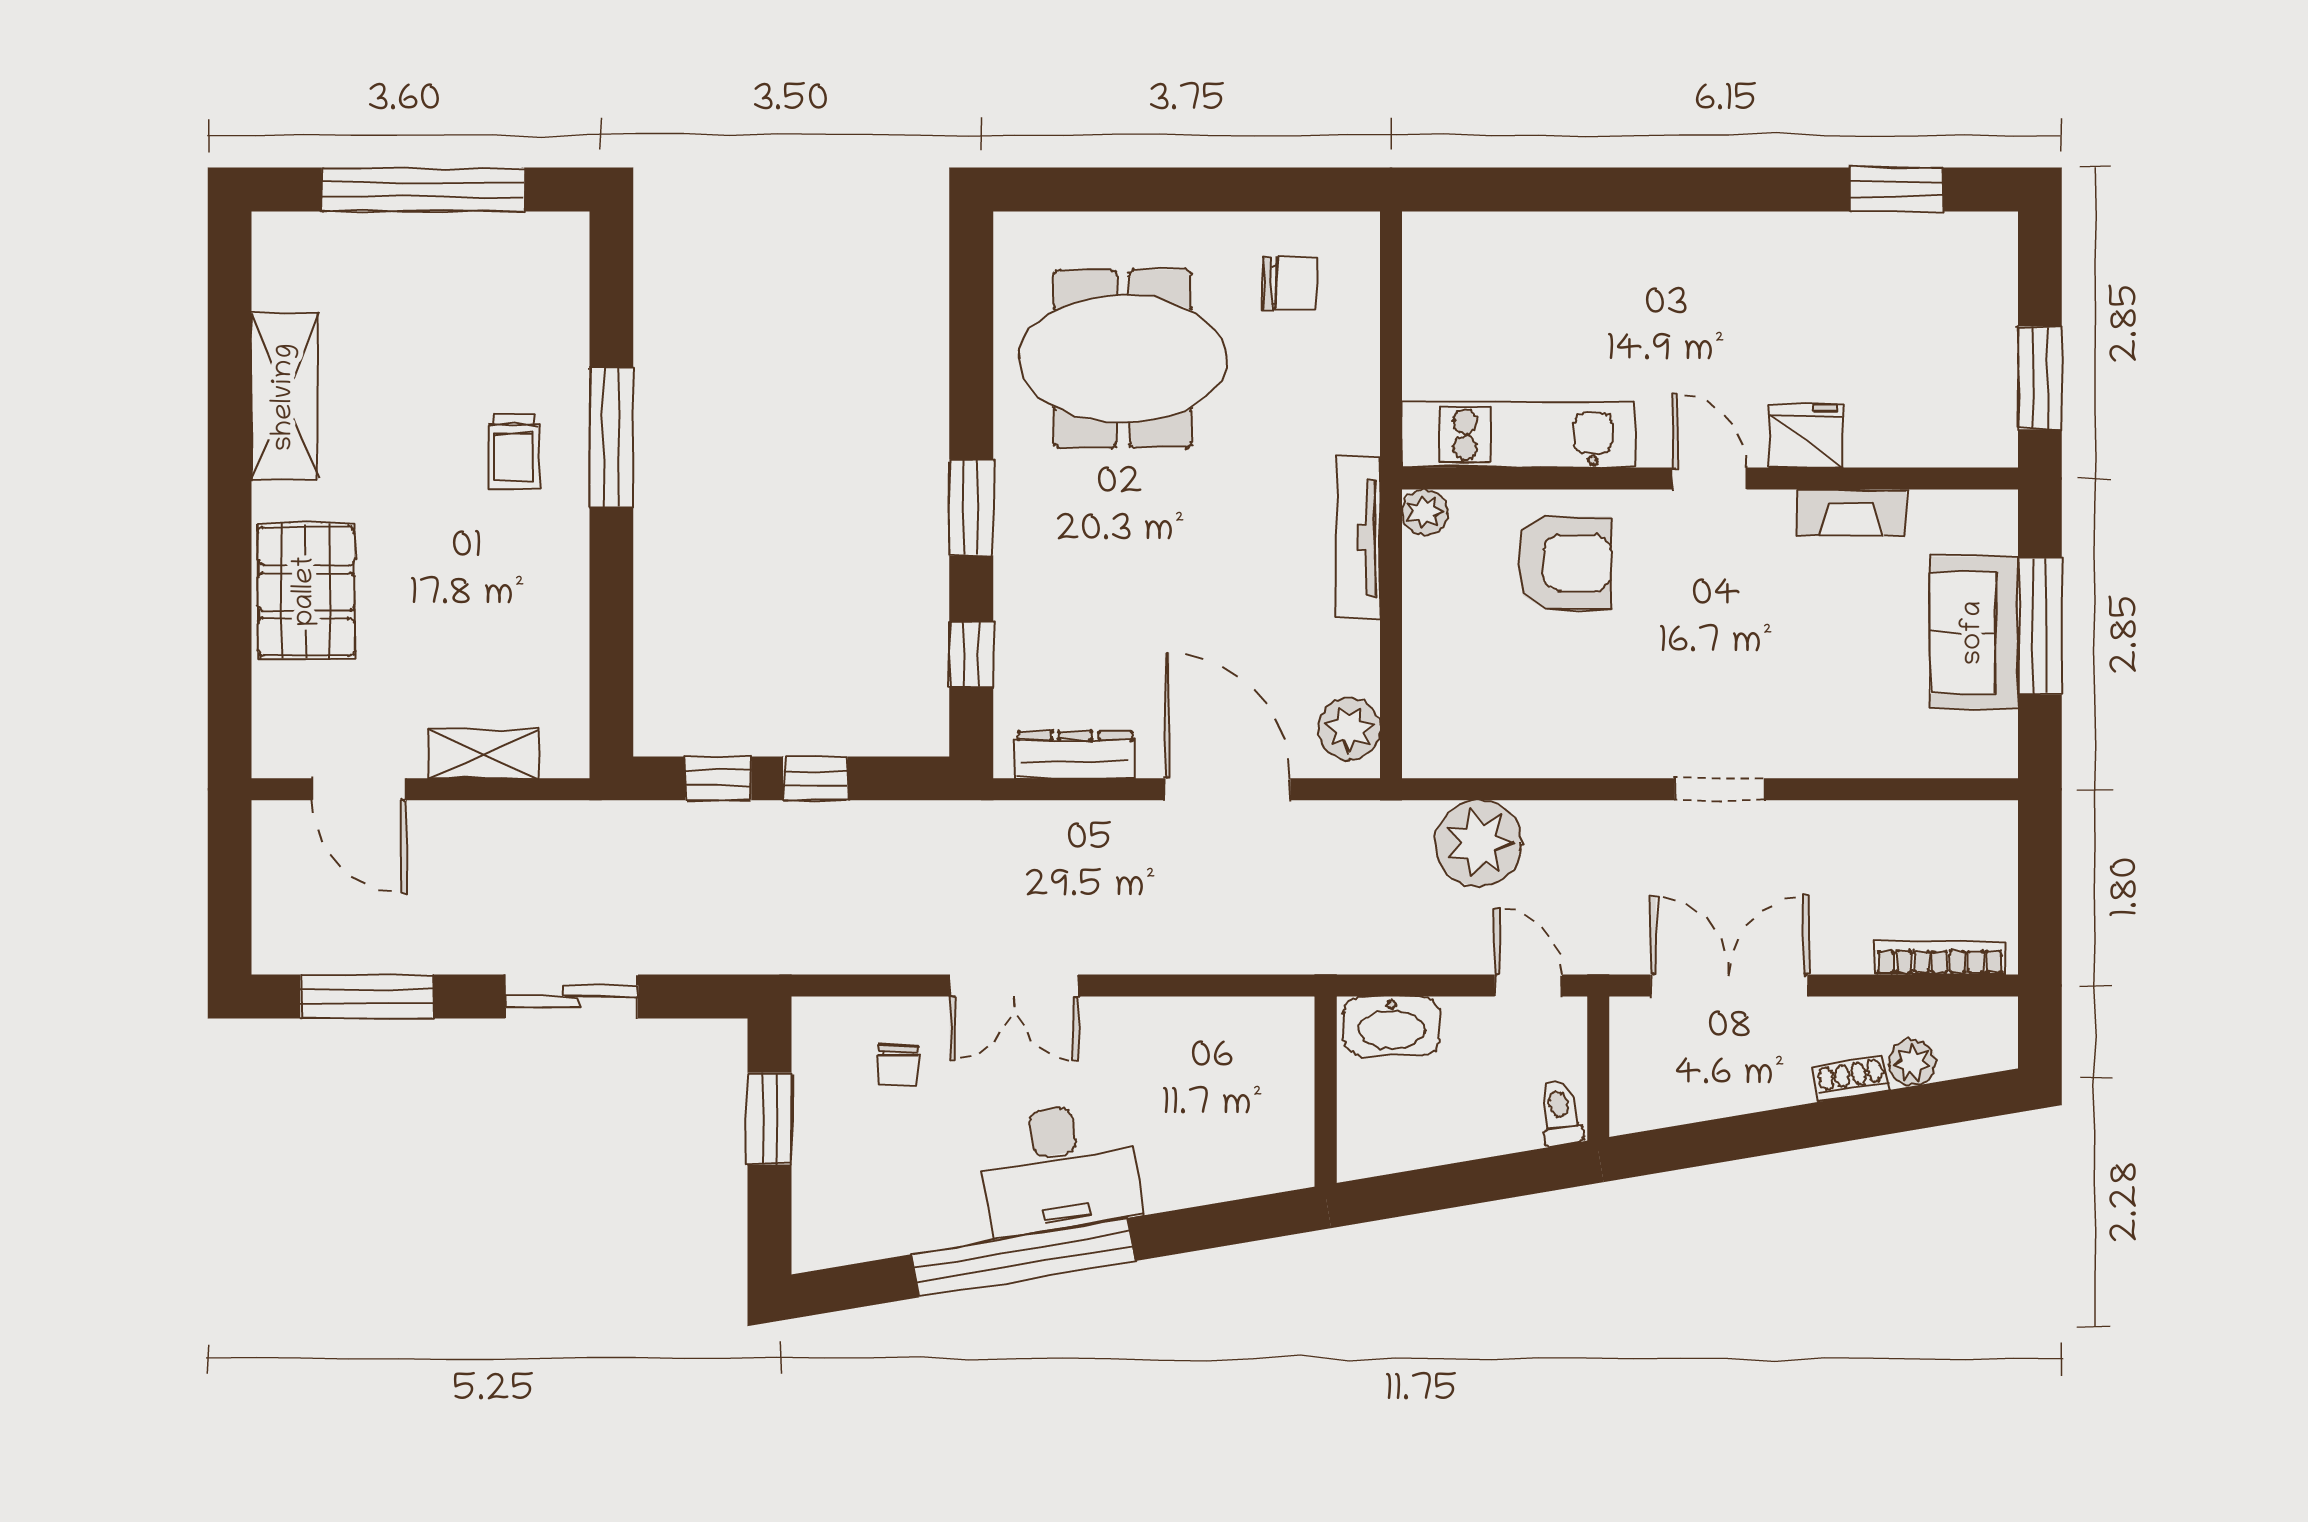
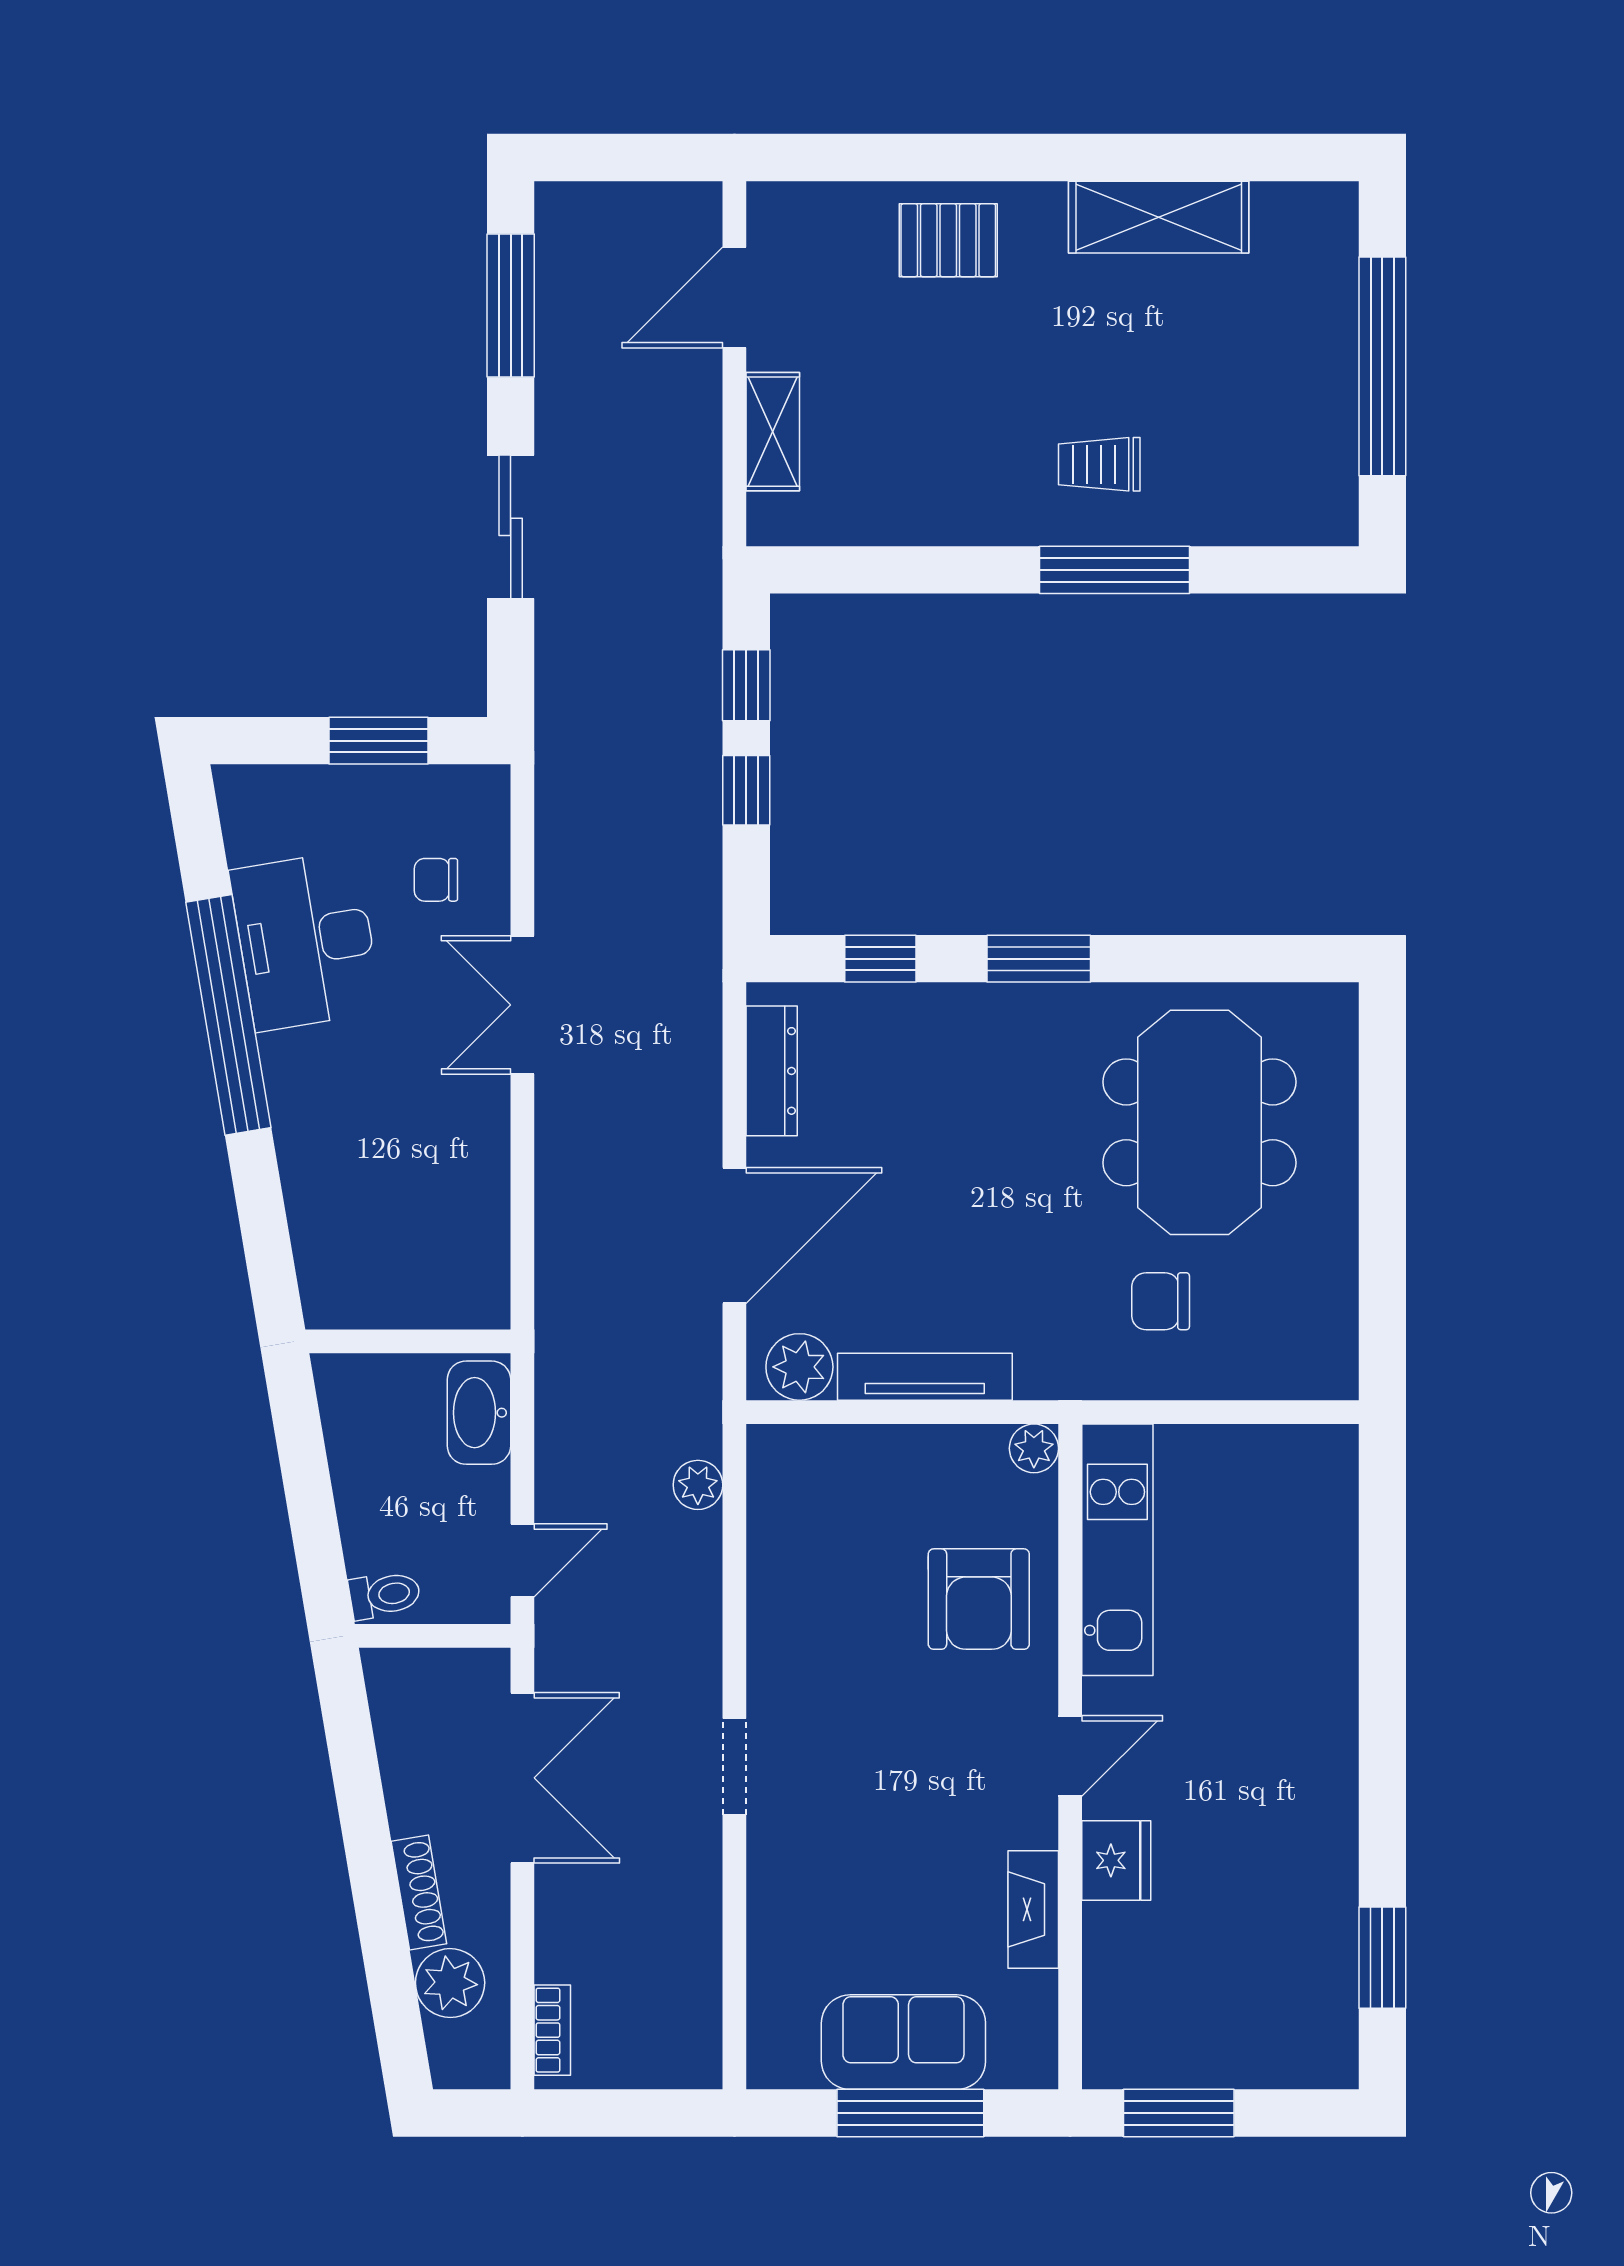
chair: (1290, 284) -> (1161, 1301), moved, turned 90
tv unit: (1358, 538) -> (925, 1377), moved
pallet: (306, 591) -> (948, 240), width x0.67, depth x0.71
plant: (1478, 843) -> (698, 1485), width x0.53, depth x0.53
bookcase: (1940, 958) -> (552, 2030), width x0.64
plant: (1912, 1063) -> (450, 1983), width x1.38, depth x1.38
shoe rack: (1851, 1079) -> (419, 1892), width x1.43
desk: (1059, 1169) -> (306, 941), moved

